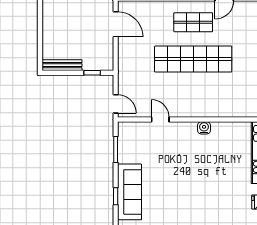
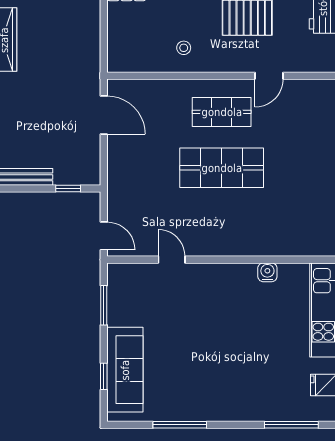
shop shelf: (193, 59) -> (222, 168), width x0.71
water cooler: (204, 128) -> (267, 272), moved

